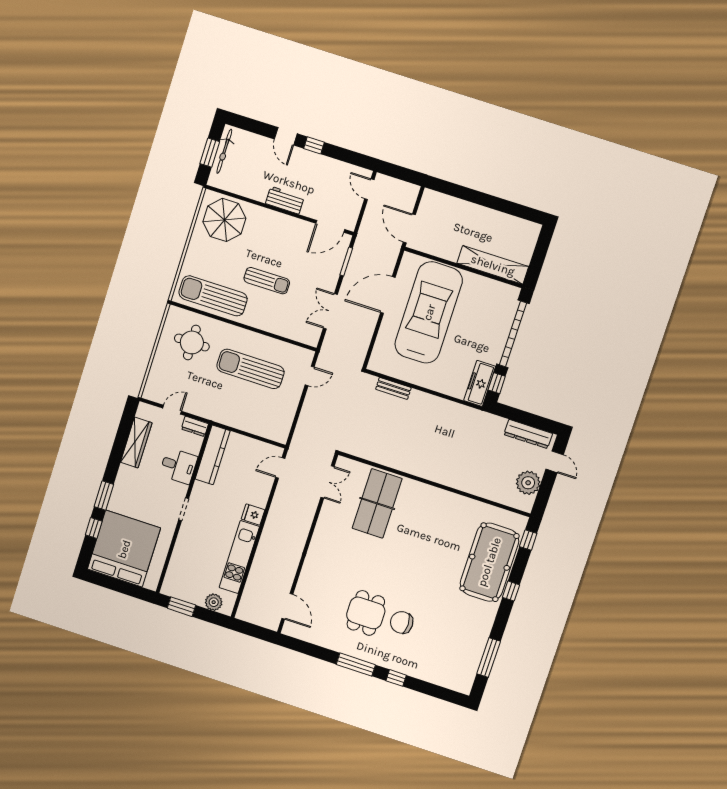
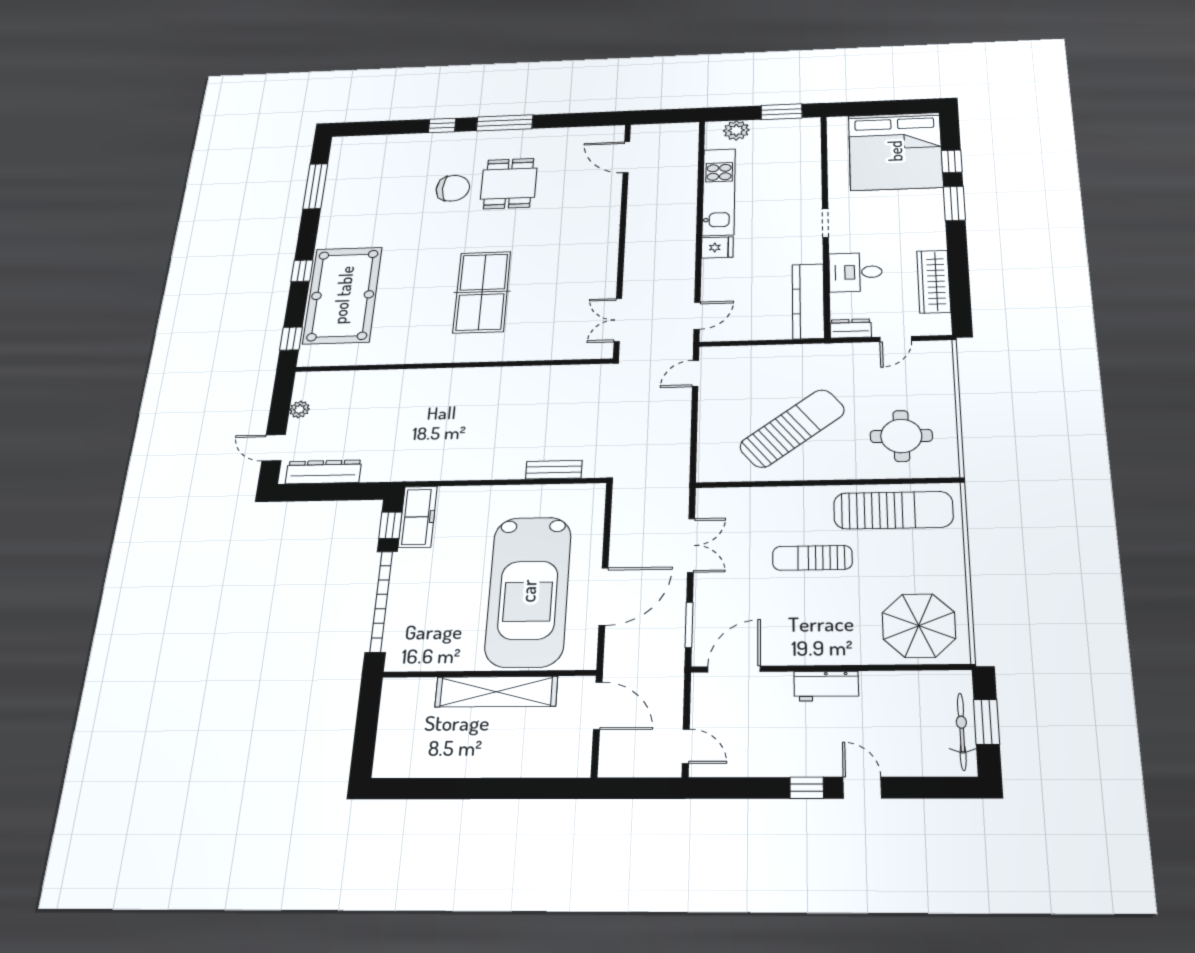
shelving: (493, 265) -> (496, 692), moved
sun lounger: (250, 369) -> (792, 428), turned -38
door: (310, 376) -> (696, 373), moved
plant: (528, 483) -> (299, 409), width x0.53, depth x0.53
table tennis table: (377, 503) -> (482, 292), moved

